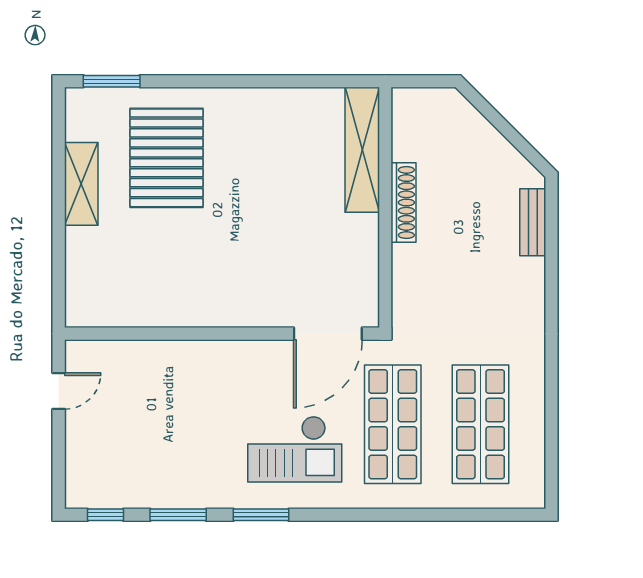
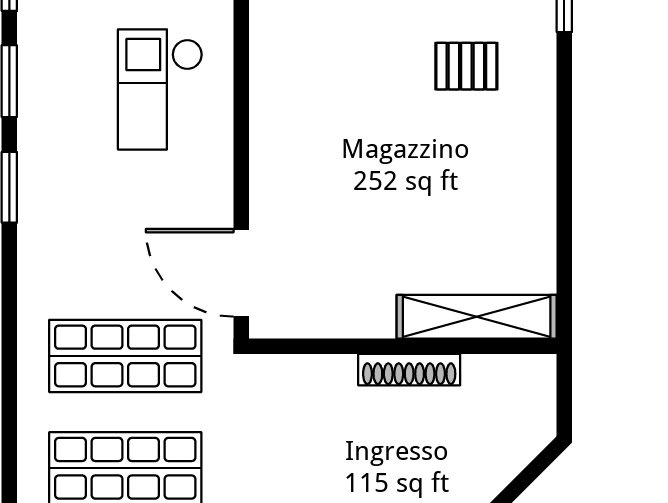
pallet: (166, 158) -> (466, 66), width x0.49, depth x0.50
checkout: (295, 449) -> (160, 89), moved

